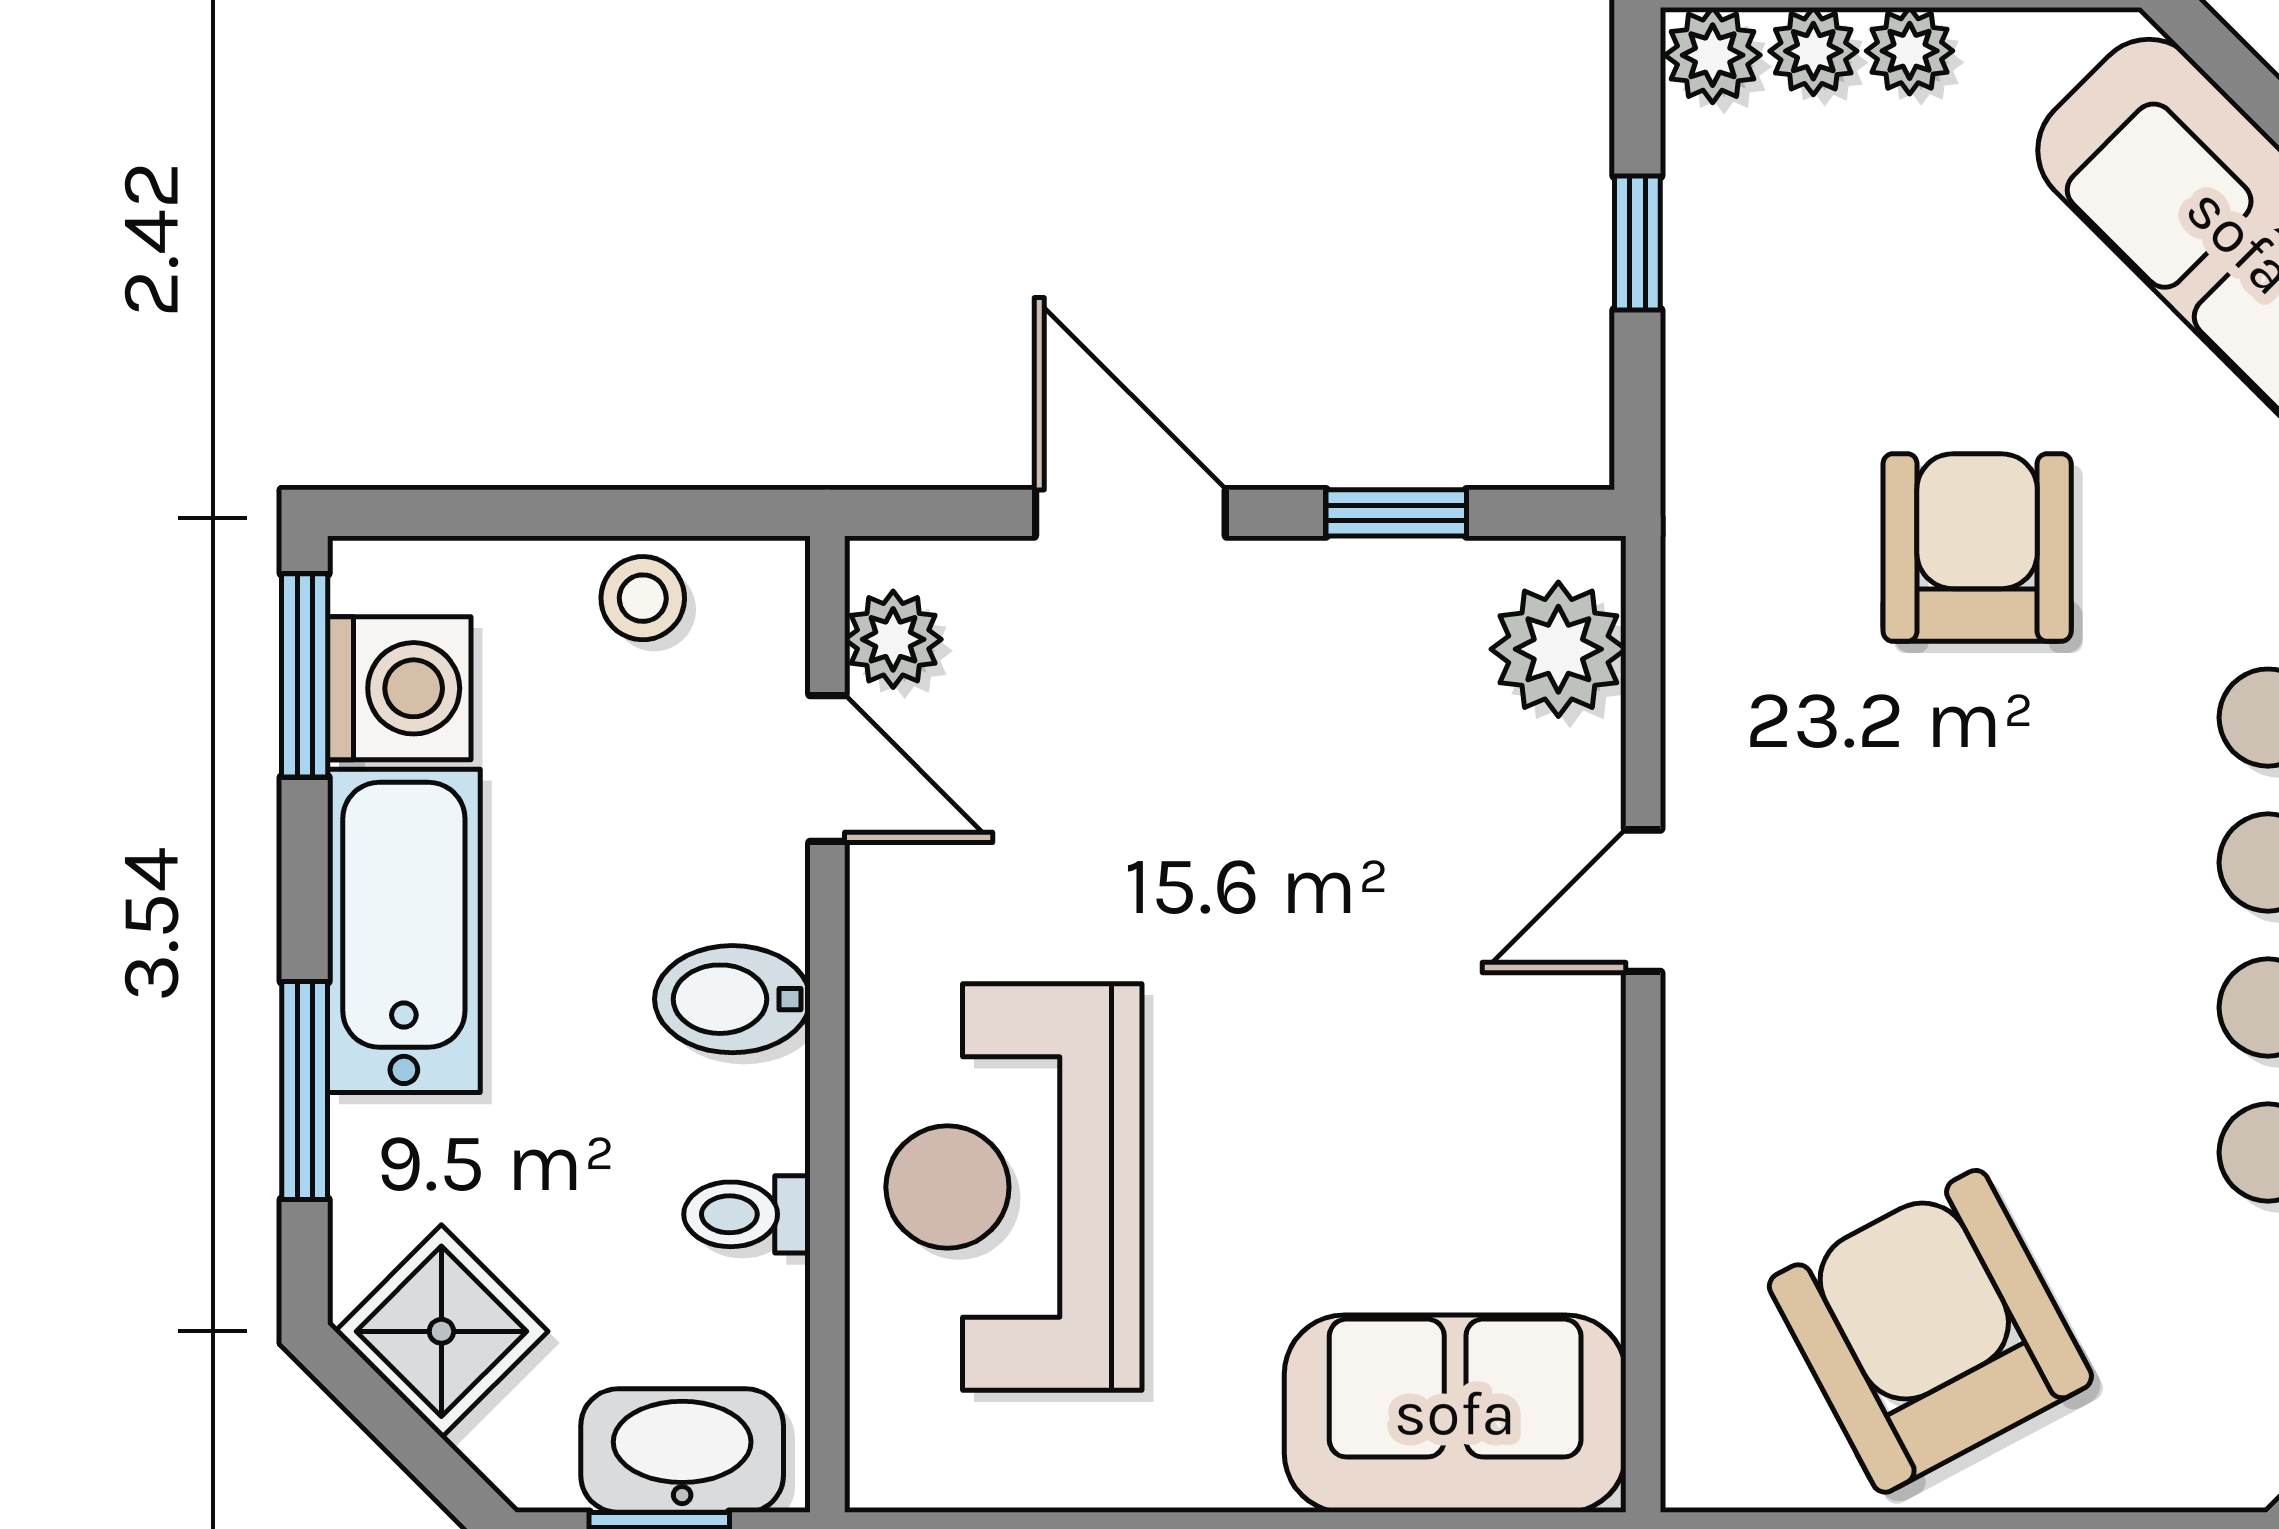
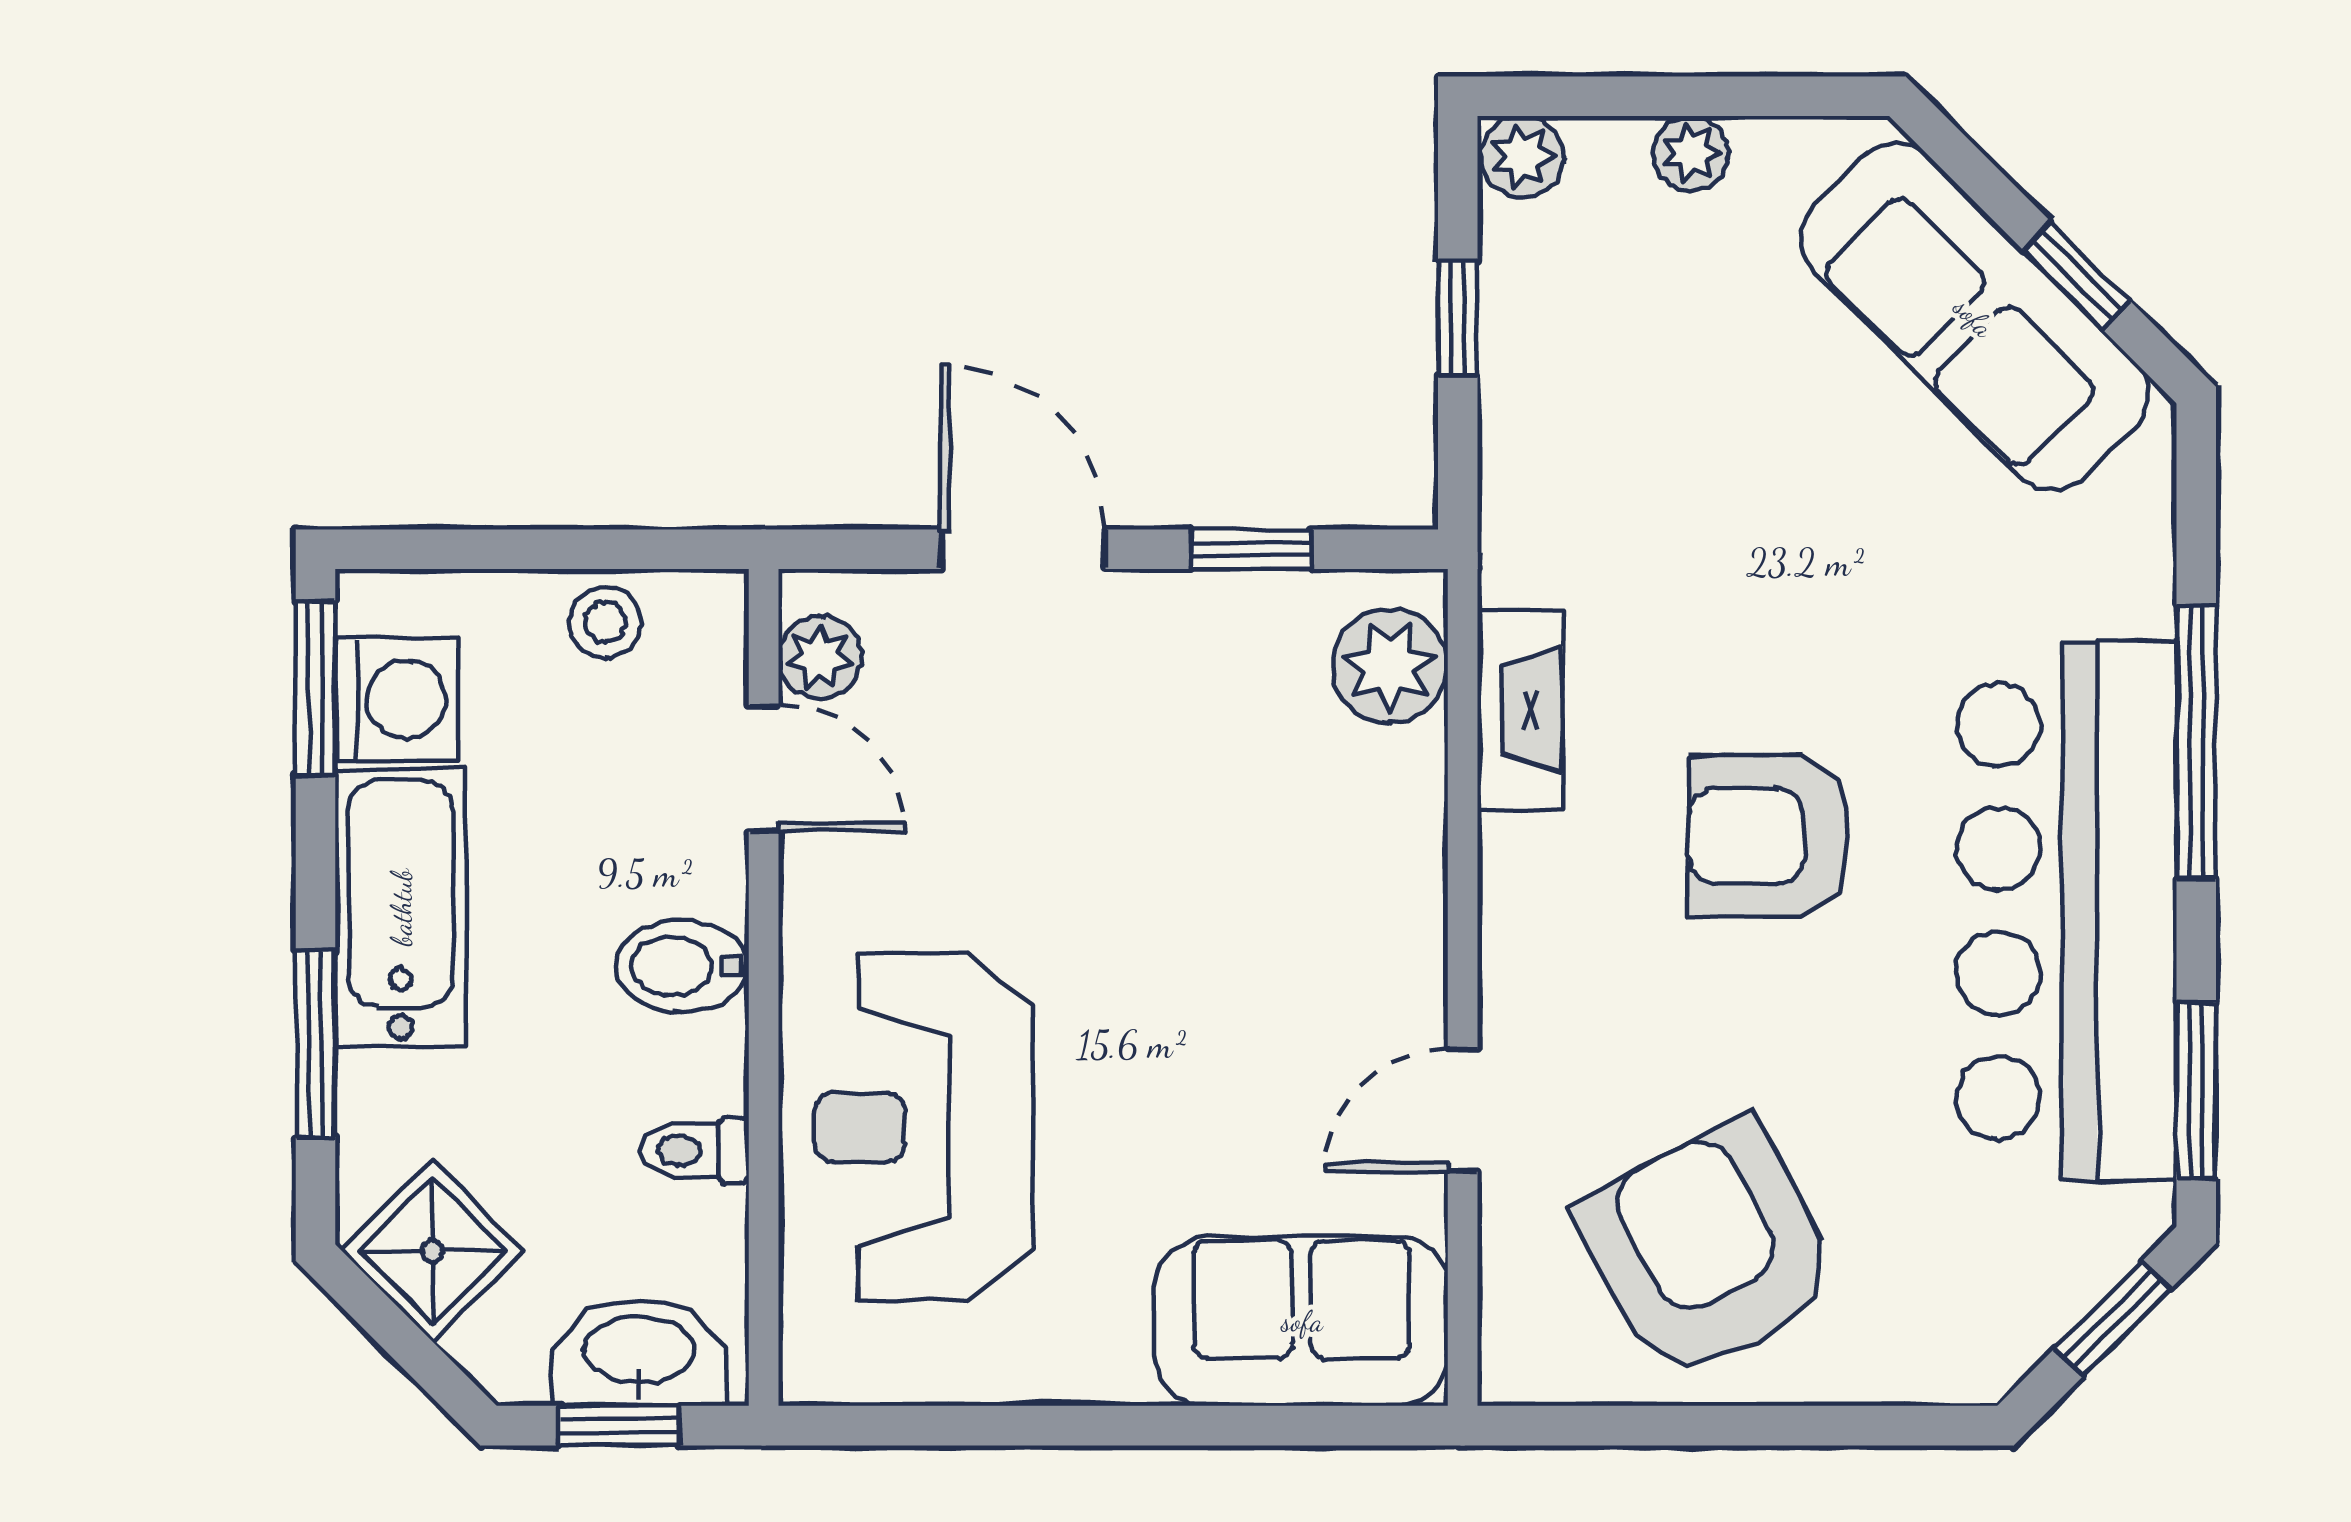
plant: (1813, 51) -> (1609, 153), removed
armchair: (1977, 548) -> (1769, 836), moved, turned -90
fireplace: (1710, 700) -> (1520, 710), added
door: (1643, 901) -> (1463, 1110), moved

